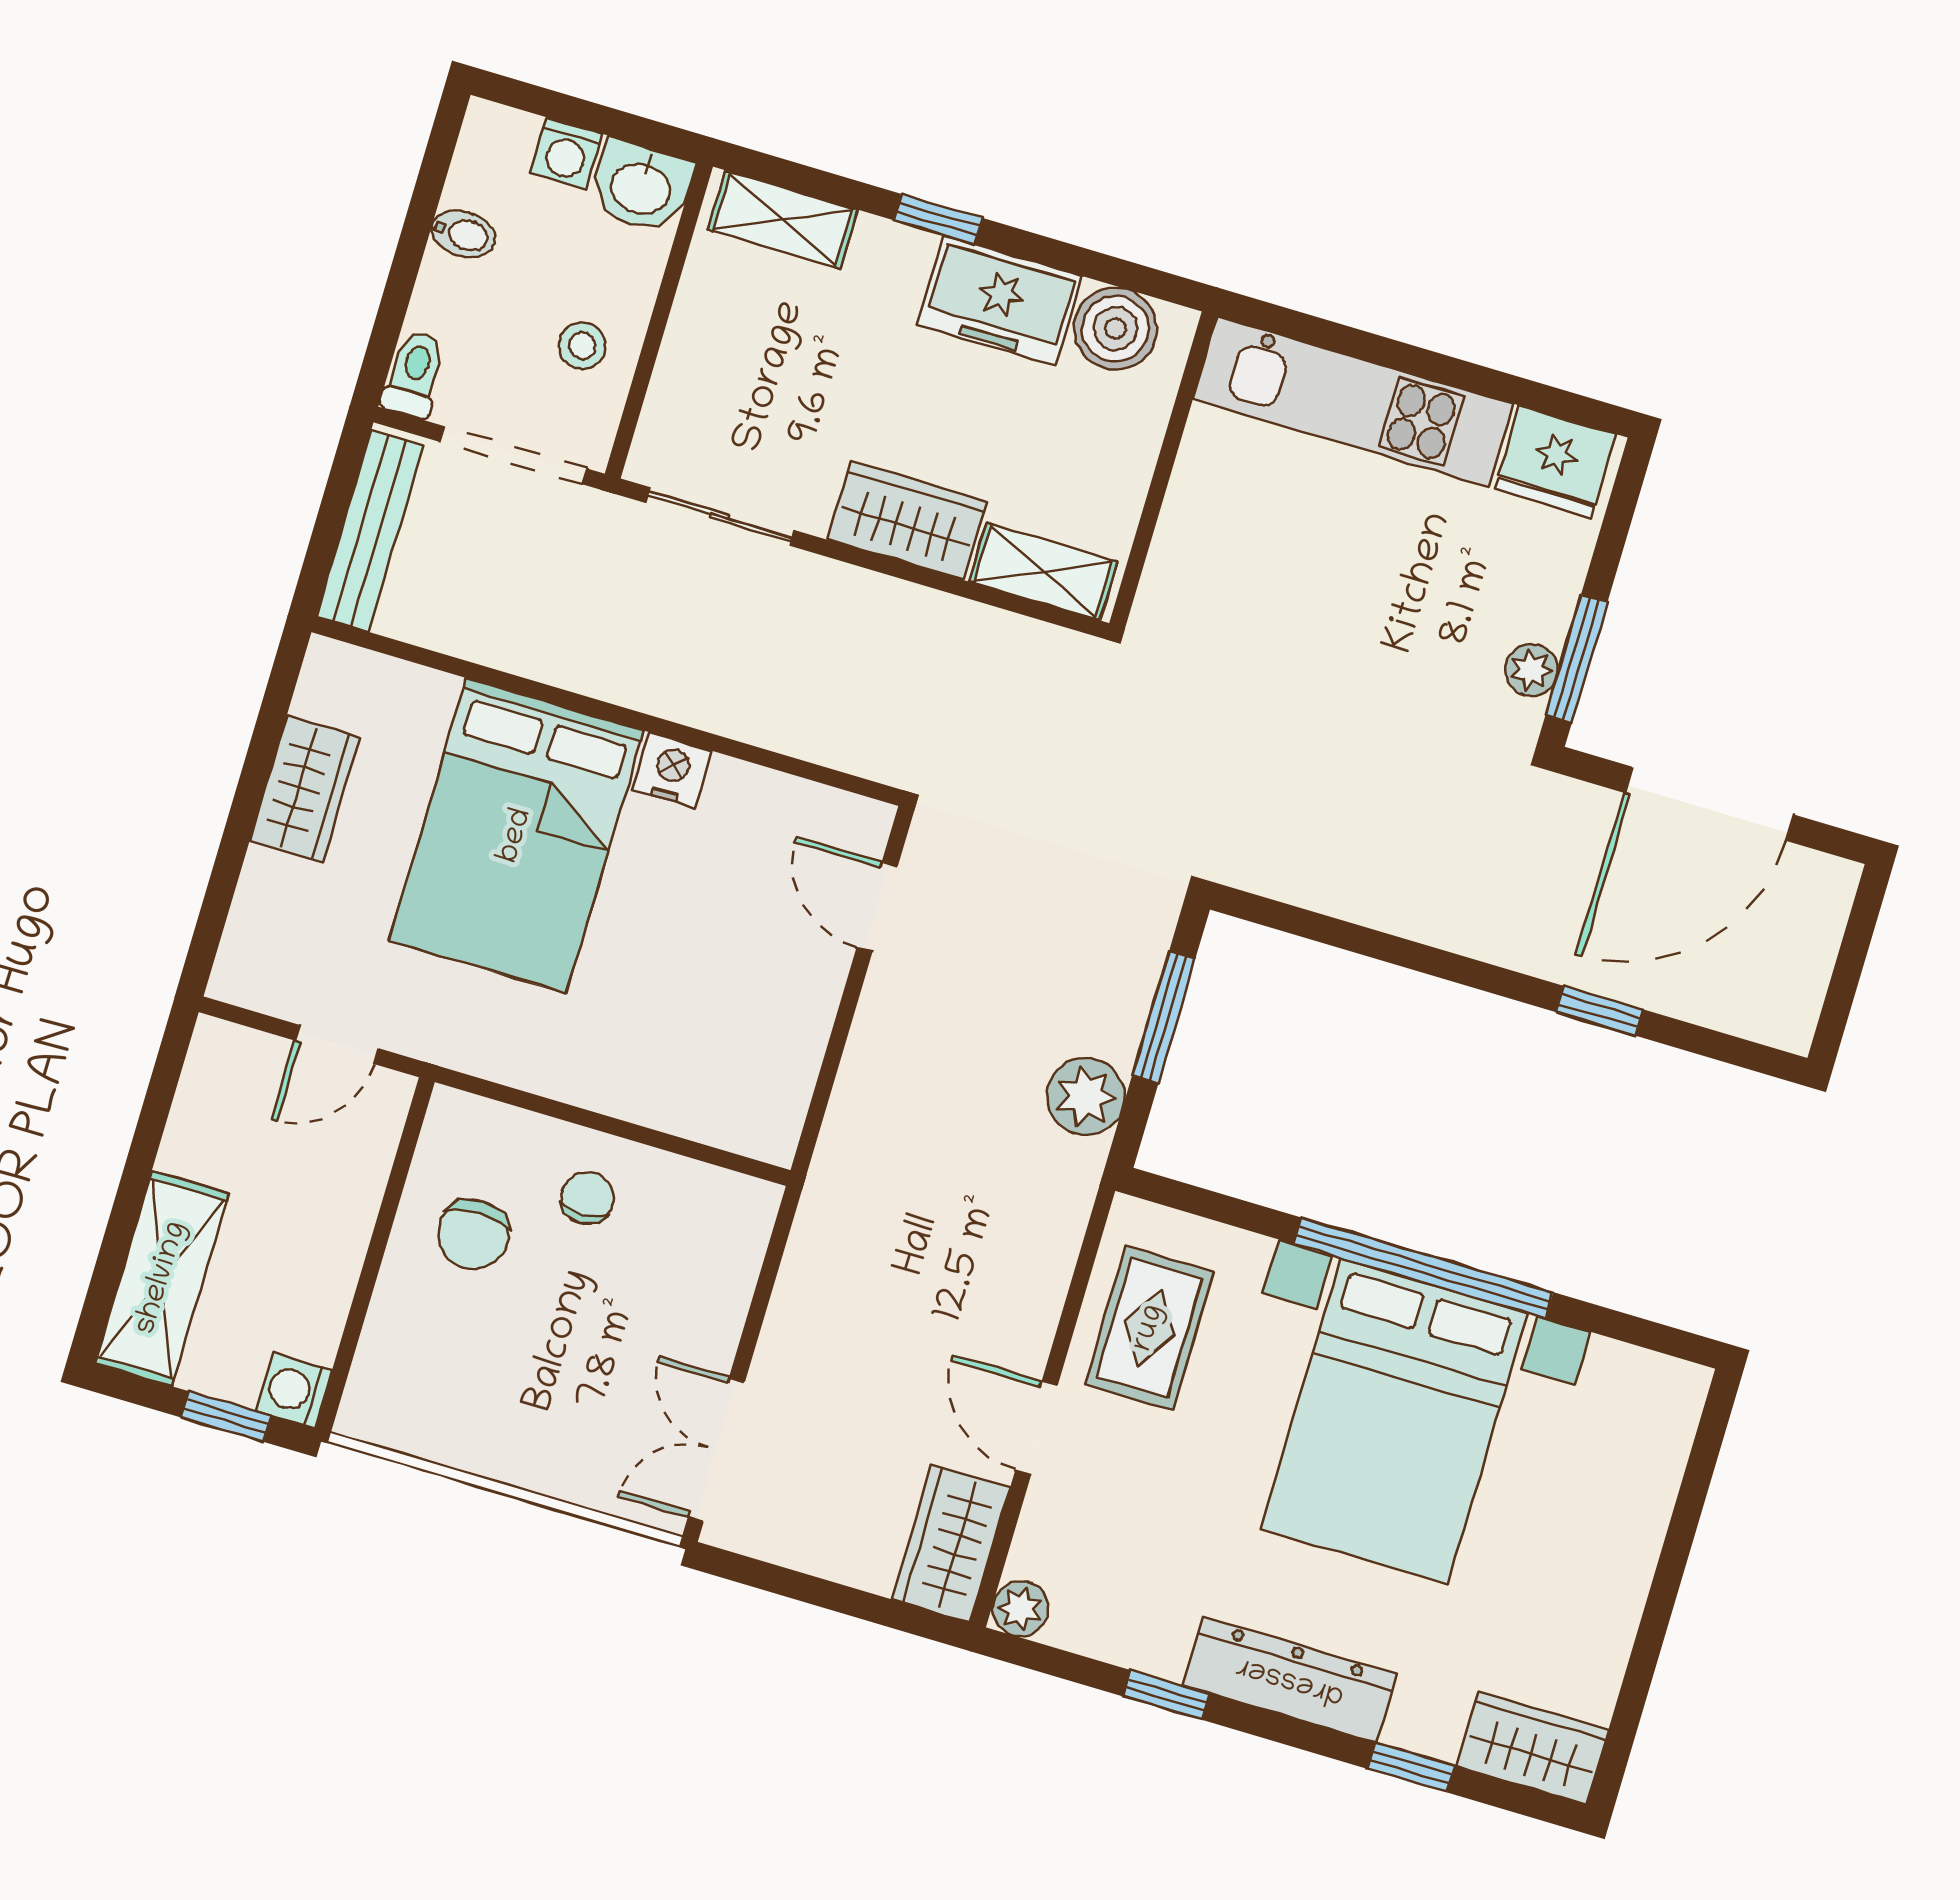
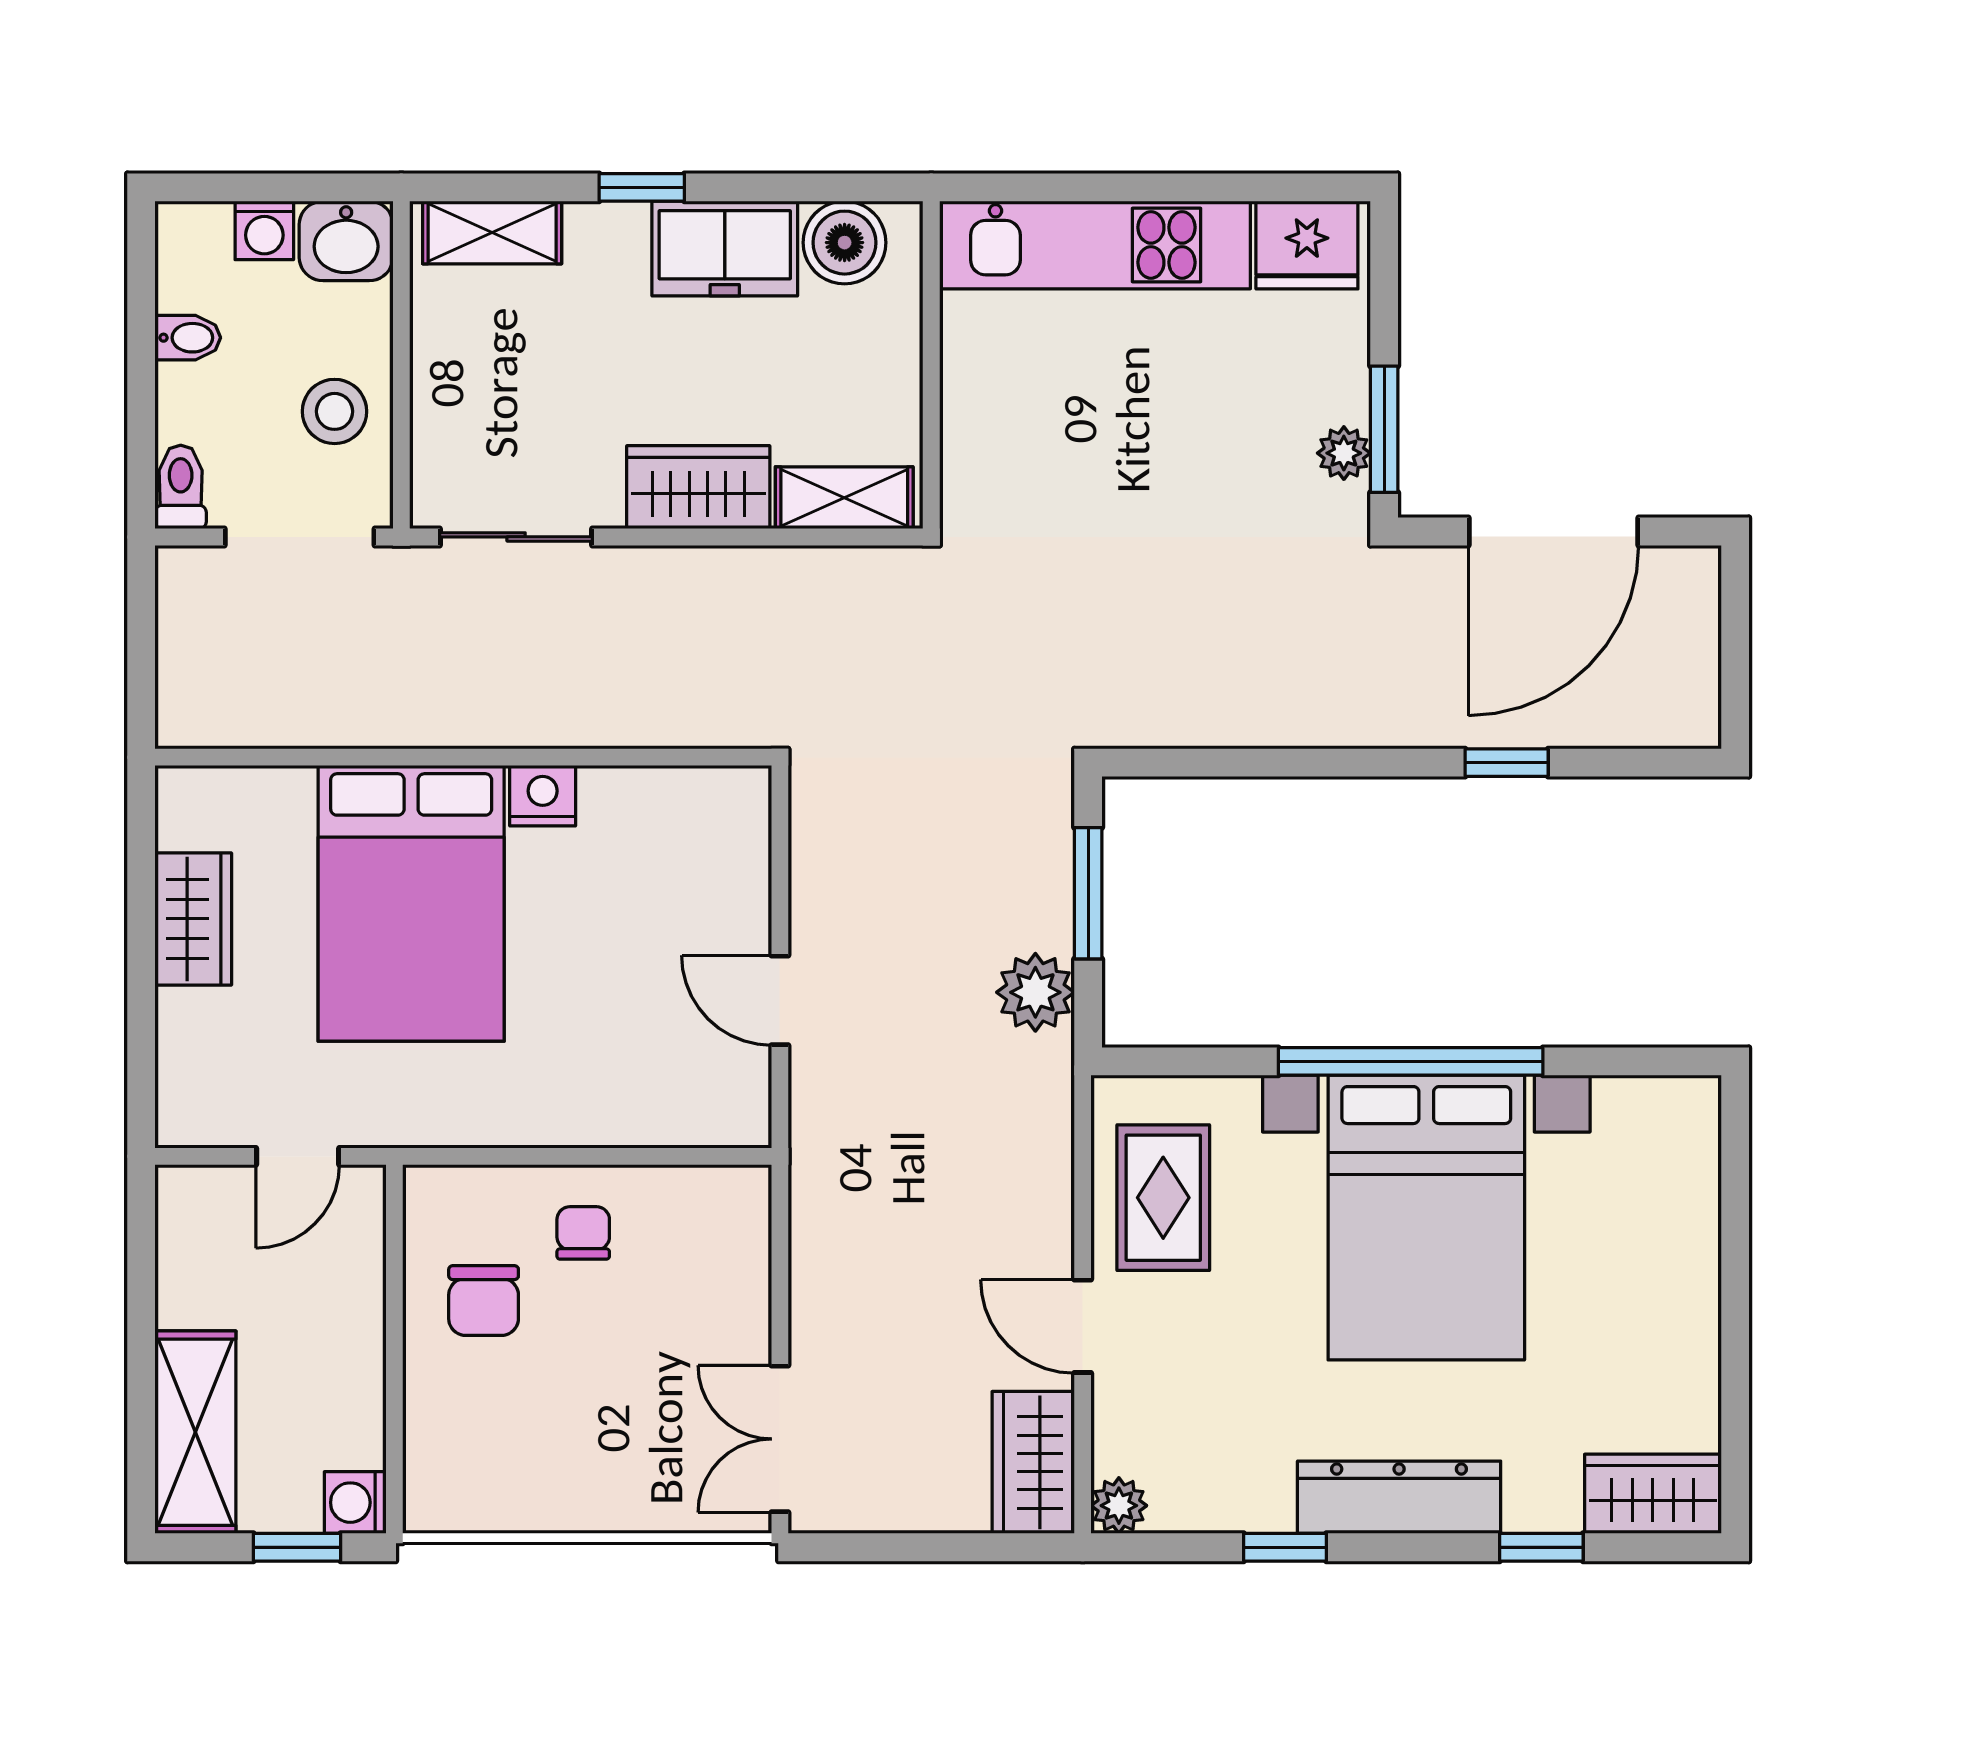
stool: (582, 346) -> (335, 411), width x1.37, depth x1.37
bench: (370, 531) -> (182, 651), removed
door: (877, 907) -> (780, 1000), moved

